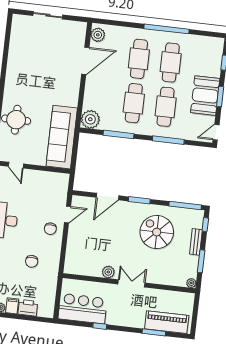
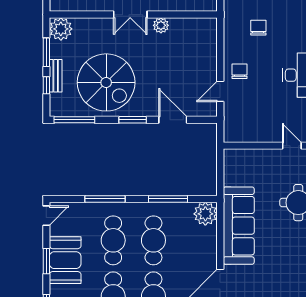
sofa: (62, 137) -> (239, 226), moved
door: (108, 197) -> (173, 120), hinge flipped
window: (205, 225) -> (46, 85), moved
spiral stairs: (157, 232) -> (106, 82), width x1.37, depth x1.37
plant: (191, 283) -> (61, 29), width x1.88, depth x1.88

